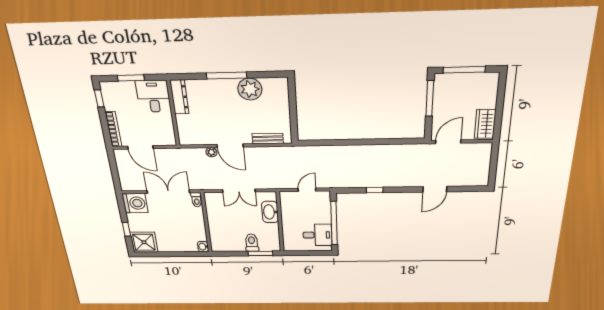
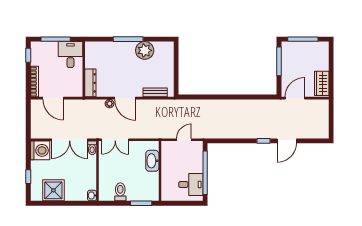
window: (131, 78) -> (56, 39), width x1.44
dresser: (179, 97) -> (90, 83), moved
window: (375, 190) -> (264, 141), moved
double door: (239, 191) -> (115, 140), moved
double door: (168, 192) -> (70, 140), swing flipped
shower: (144, 242) -> (53, 190), moved
toilet: (252, 243) -> (120, 192), moved

